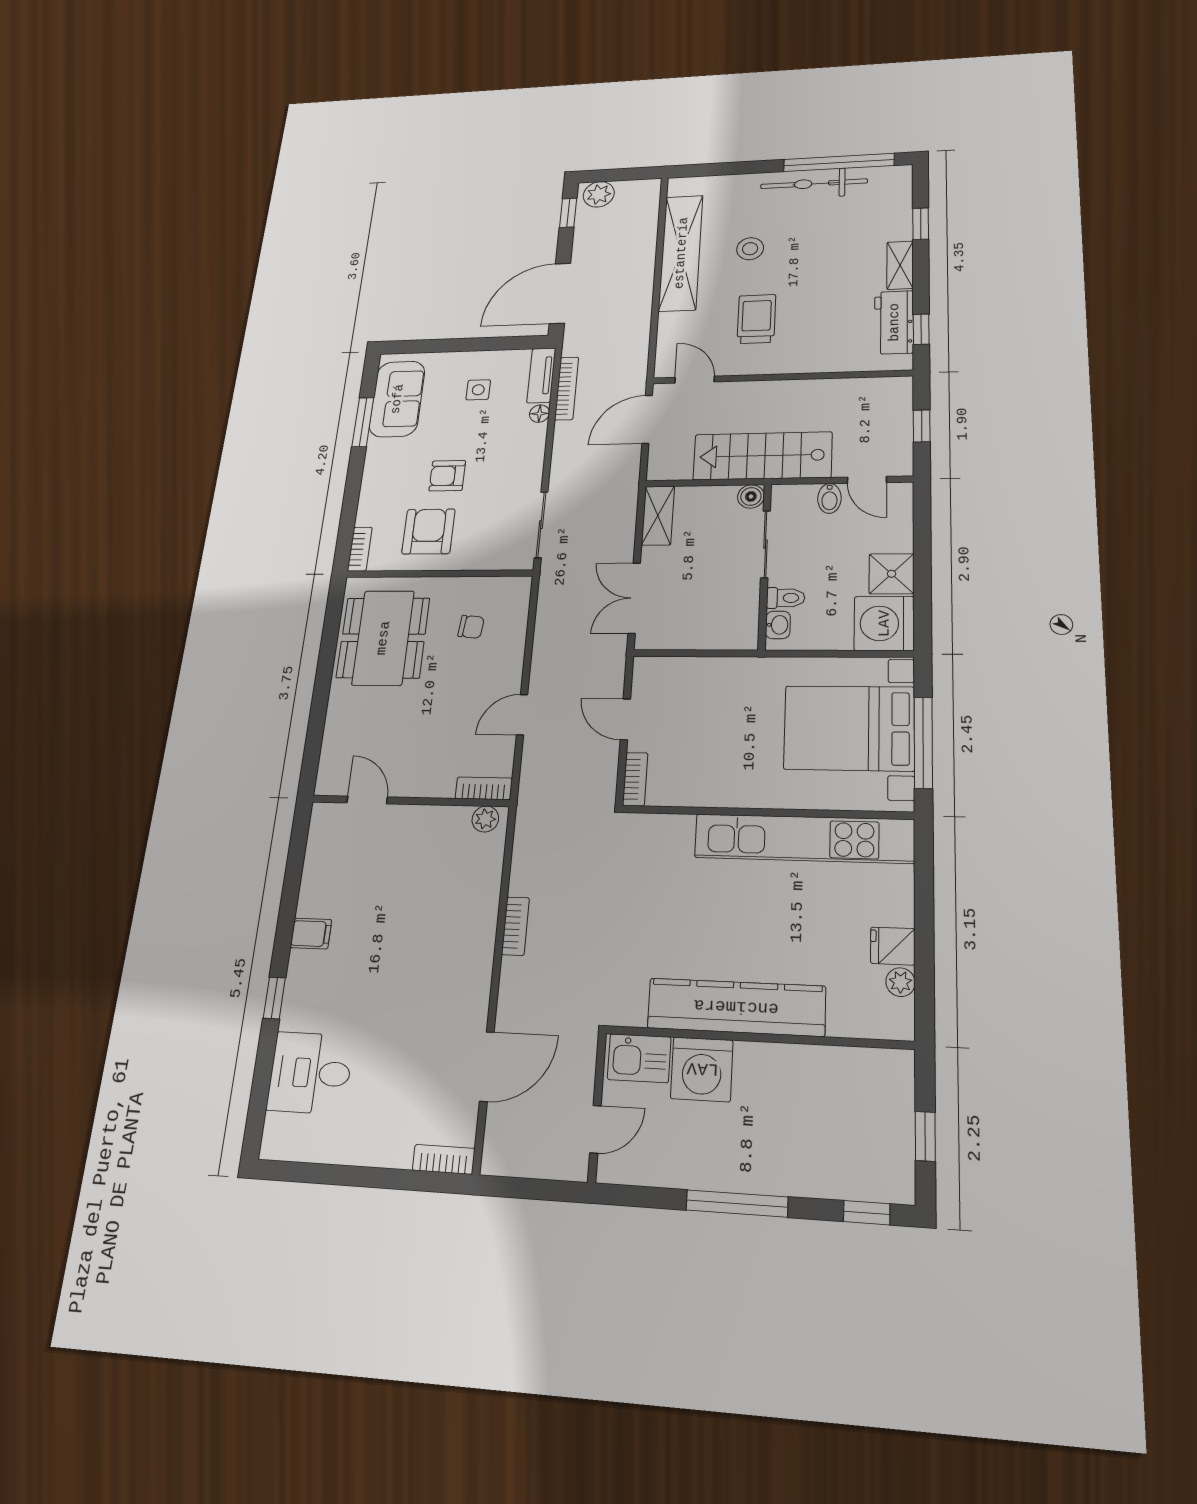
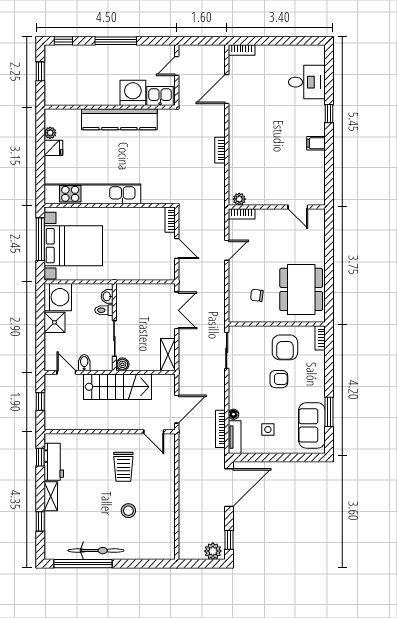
shelving: (681, 253) -> (165, 510), removed

